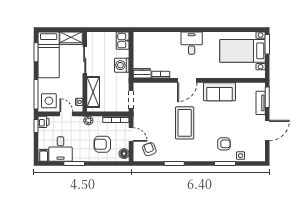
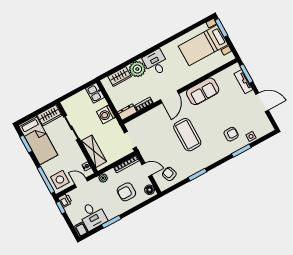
wardrobe: (153, 38) -> (120, 76), added
plant: (172, 40) -> (137, 69), added
door: (267, 131) -> (262, 102), hinge flipped

